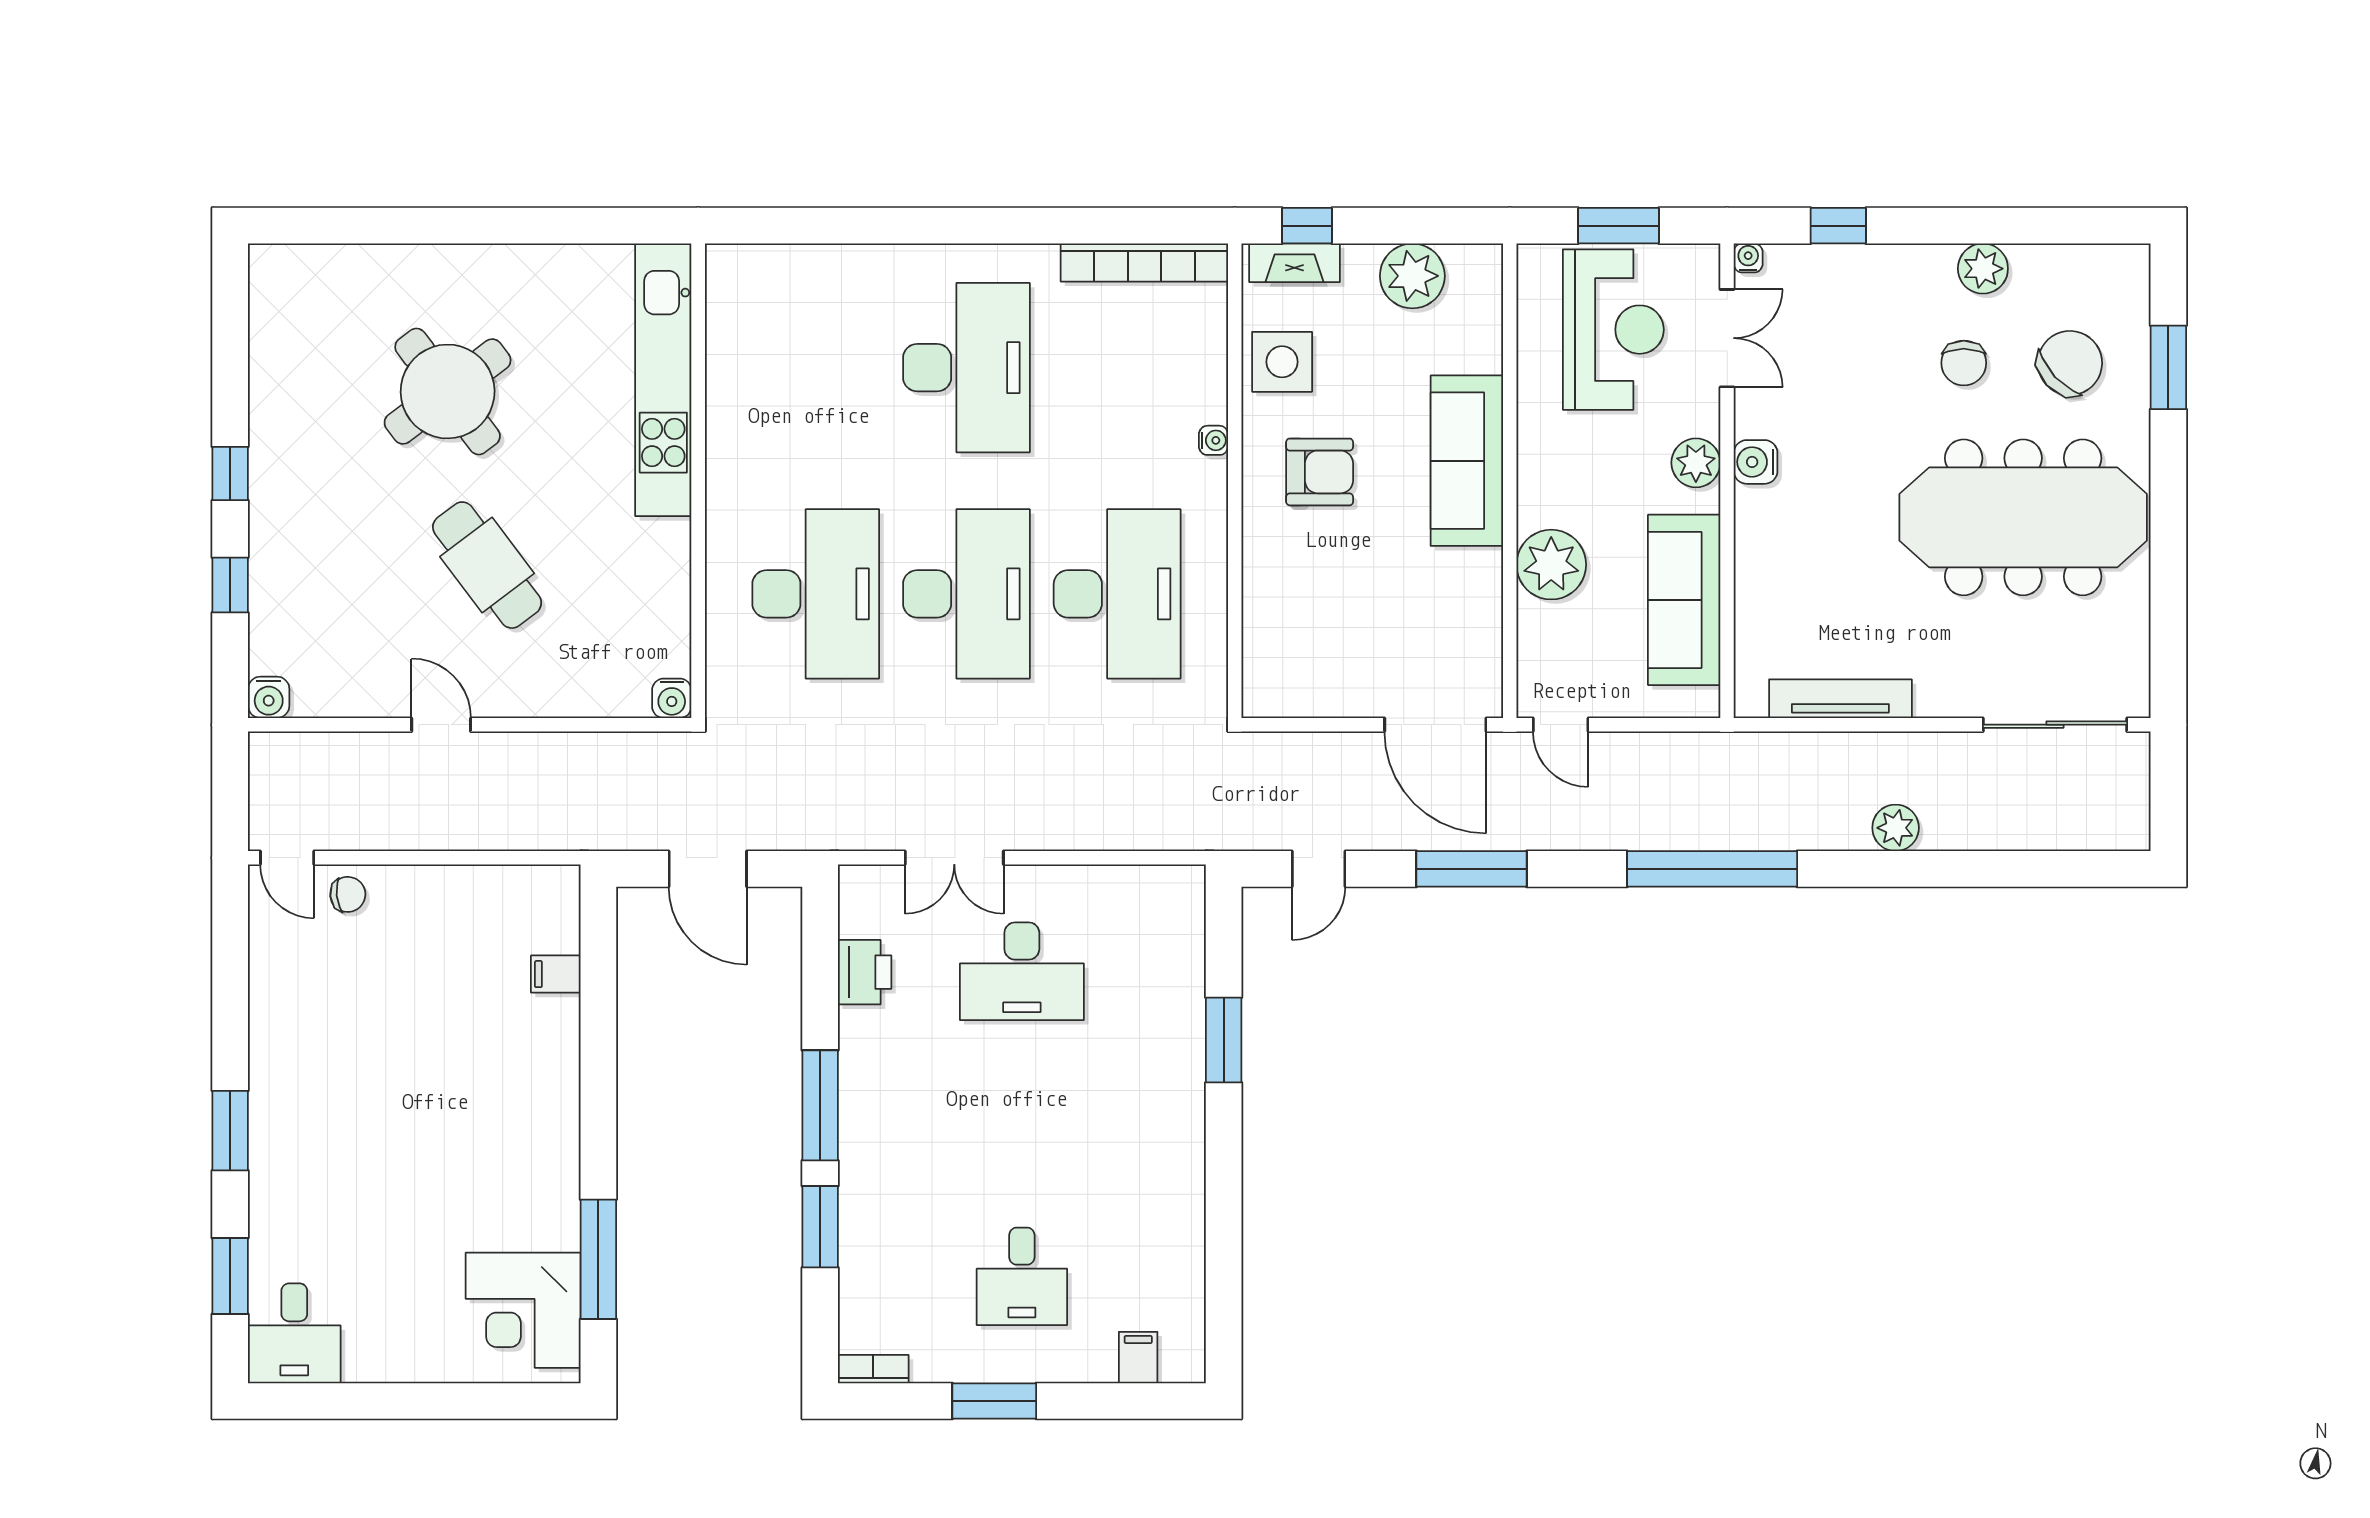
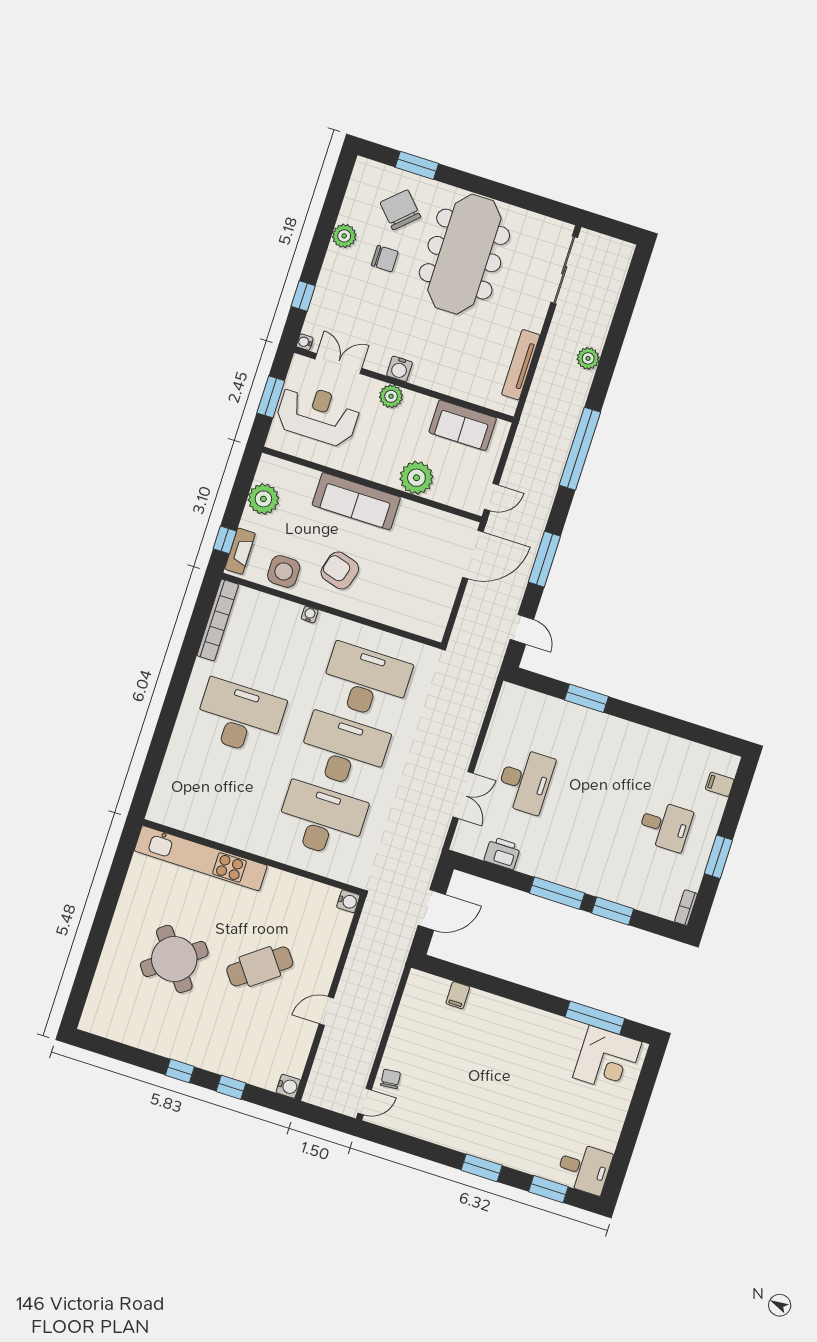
armchair: (1320, 472) -> (340, 570), turned -74
sofa: (1684, 600) -> (463, 425), width x0.73

